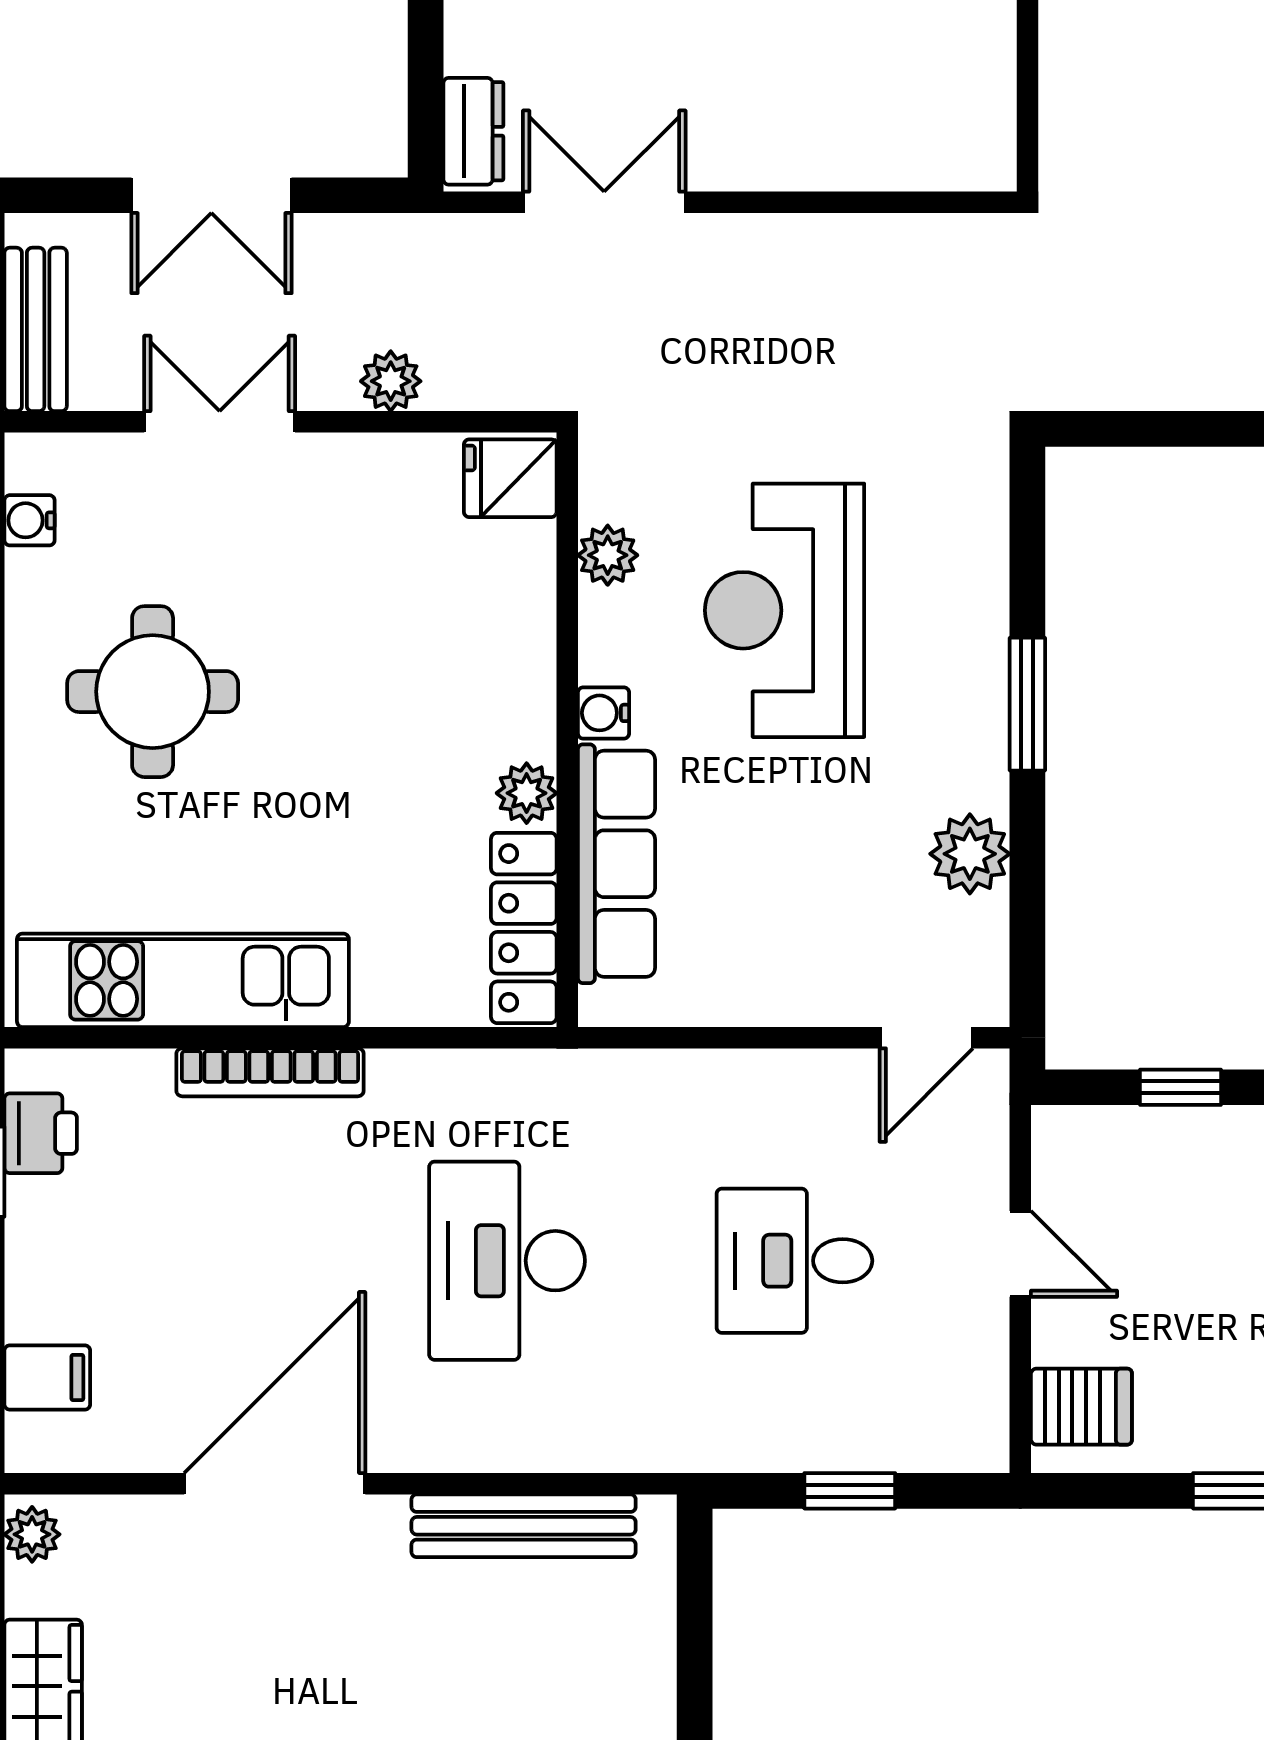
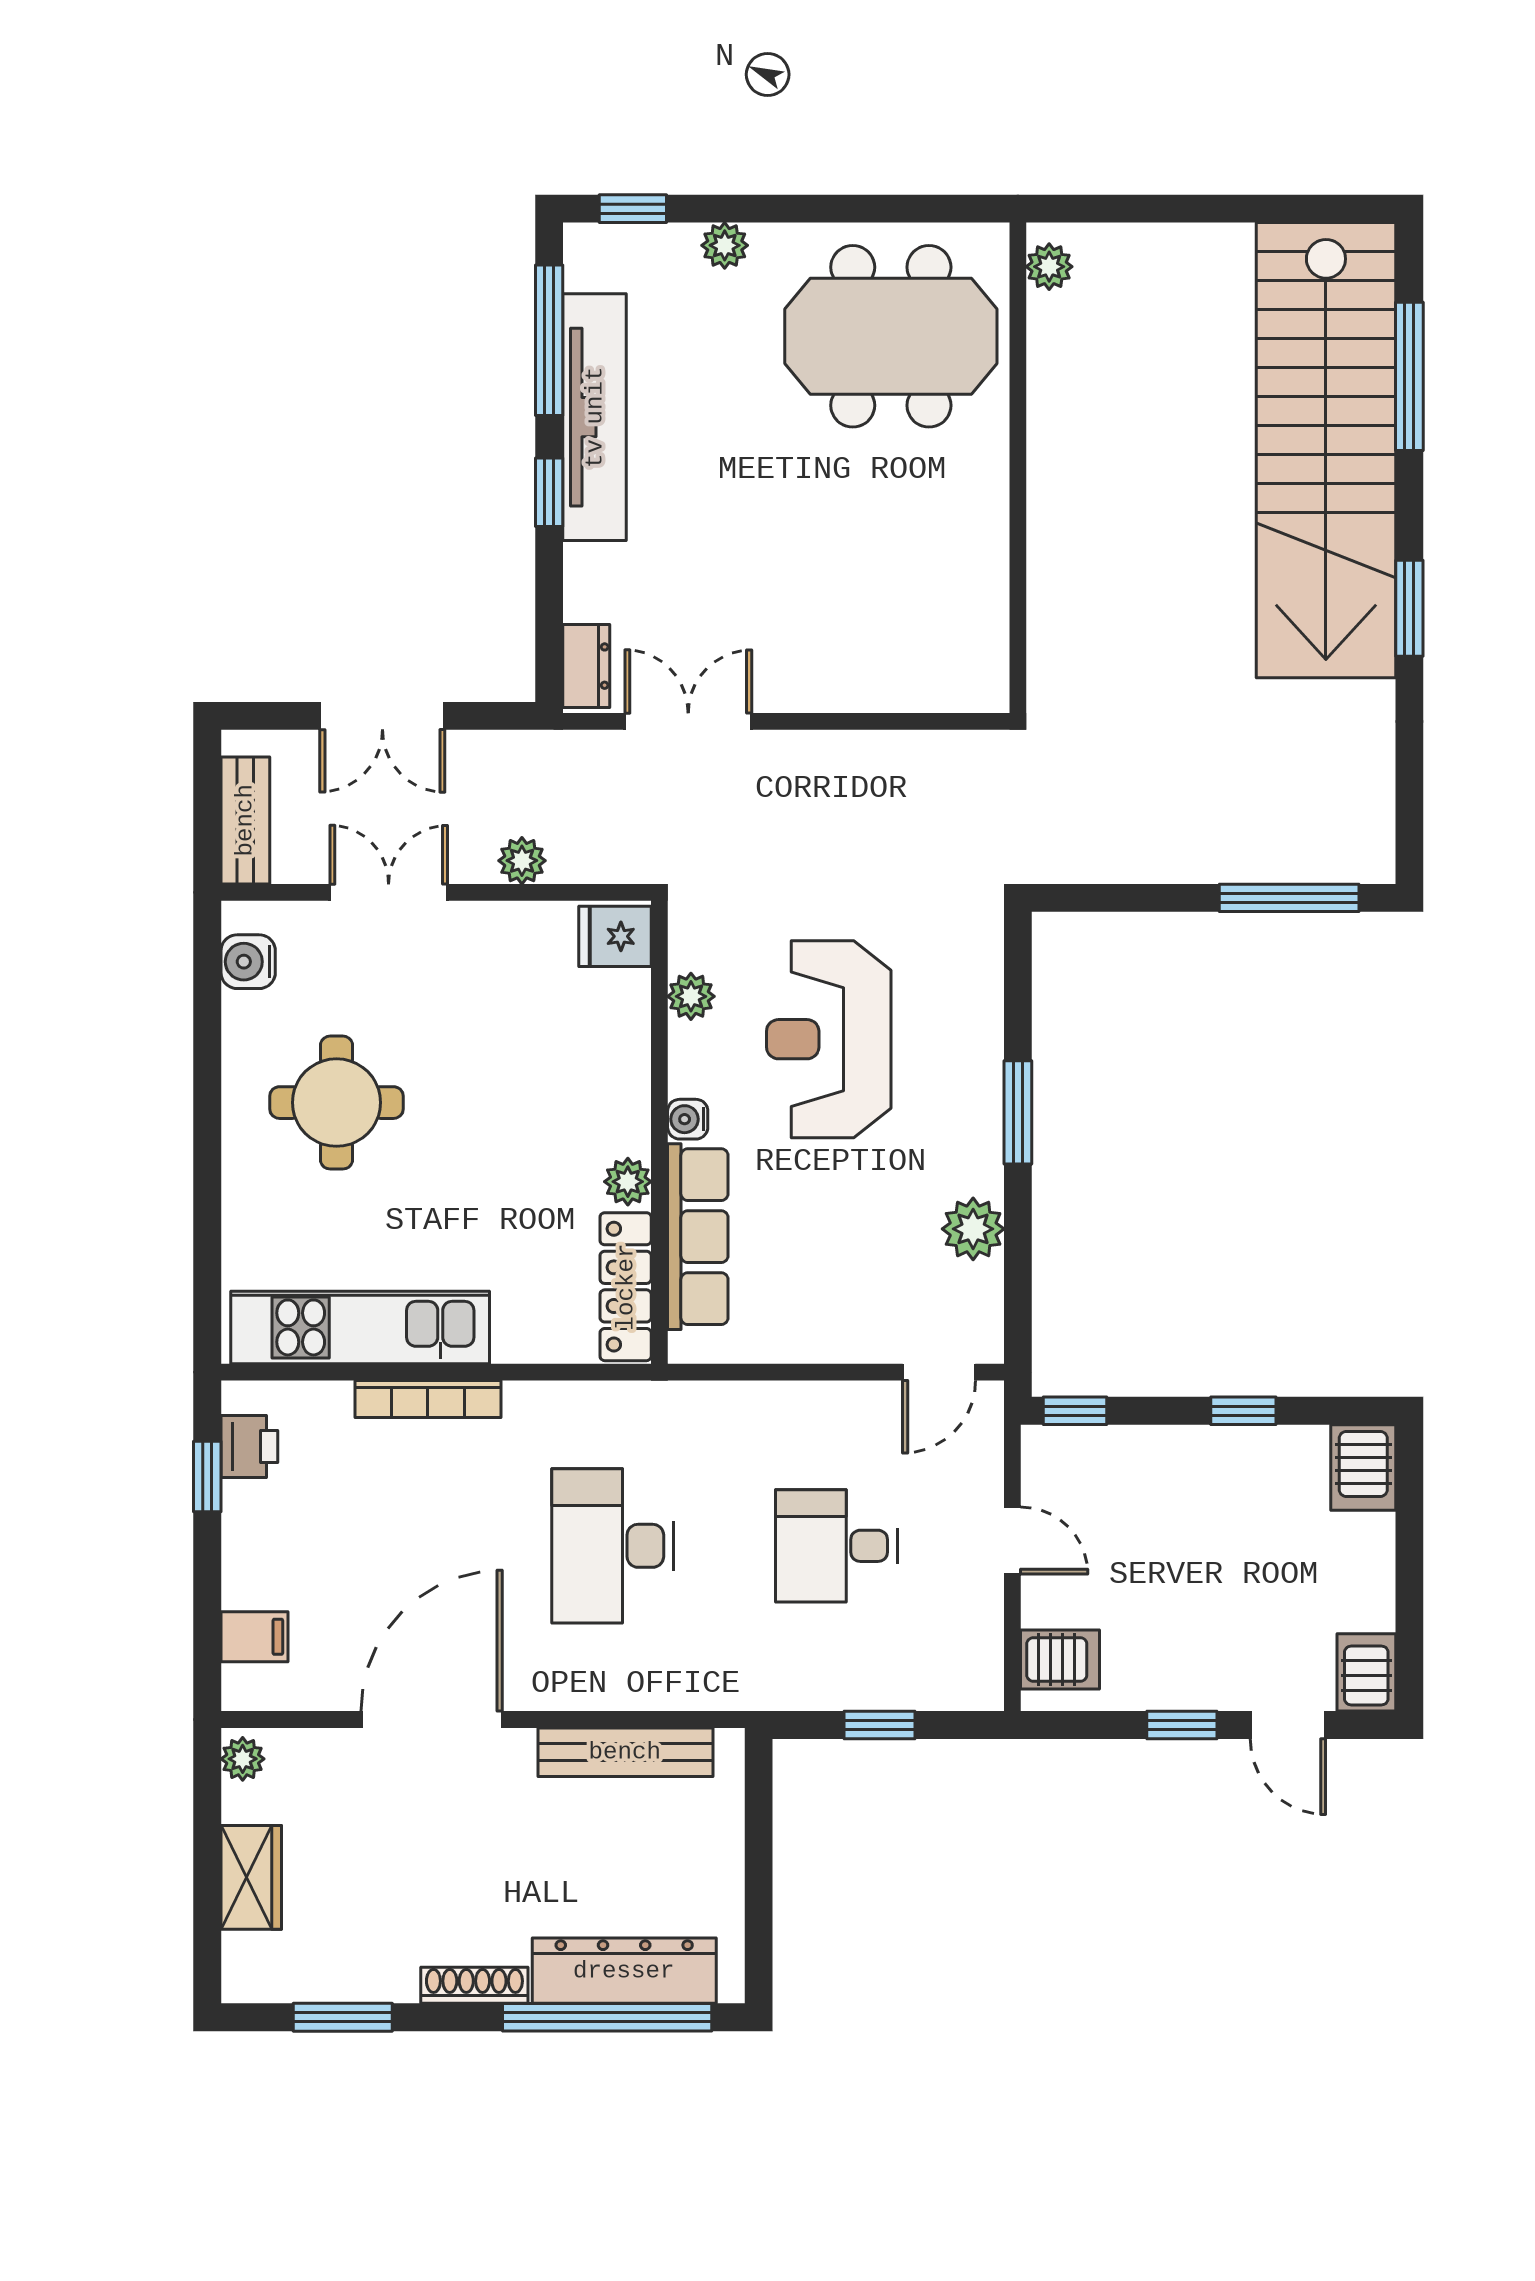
water cooler: (30, 520) -> (248, 962), width x1.38, depth x1.38
window: (1180, 1087) -> (1075, 1411), moved

